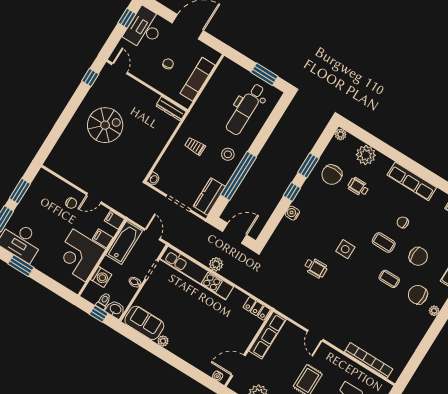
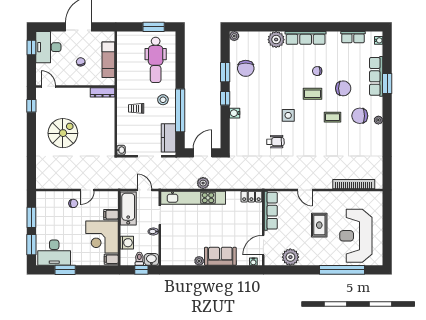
plant: (366, 155) -> (276, 40), moved
wheelchair: (358, 187) -> (270, 65), removed
filing cabinet: (114, 220) -> (111, 259), moved
sofa: (144, 323) -> (220, 256), moved

